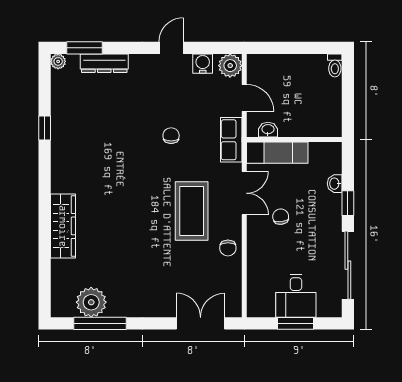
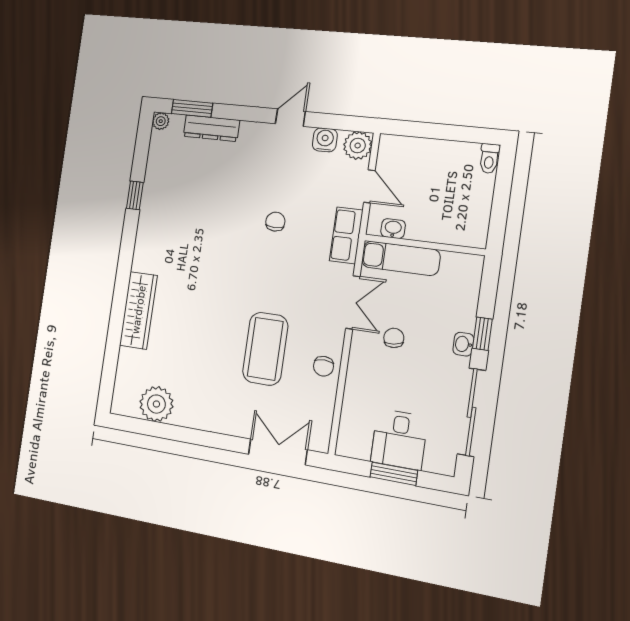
washbasin: (335, 184) -> (463, 344), moved
coffee table: (192, 211) -> (265, 349), moved
window: (100, 323) -> (163, 430), removed

